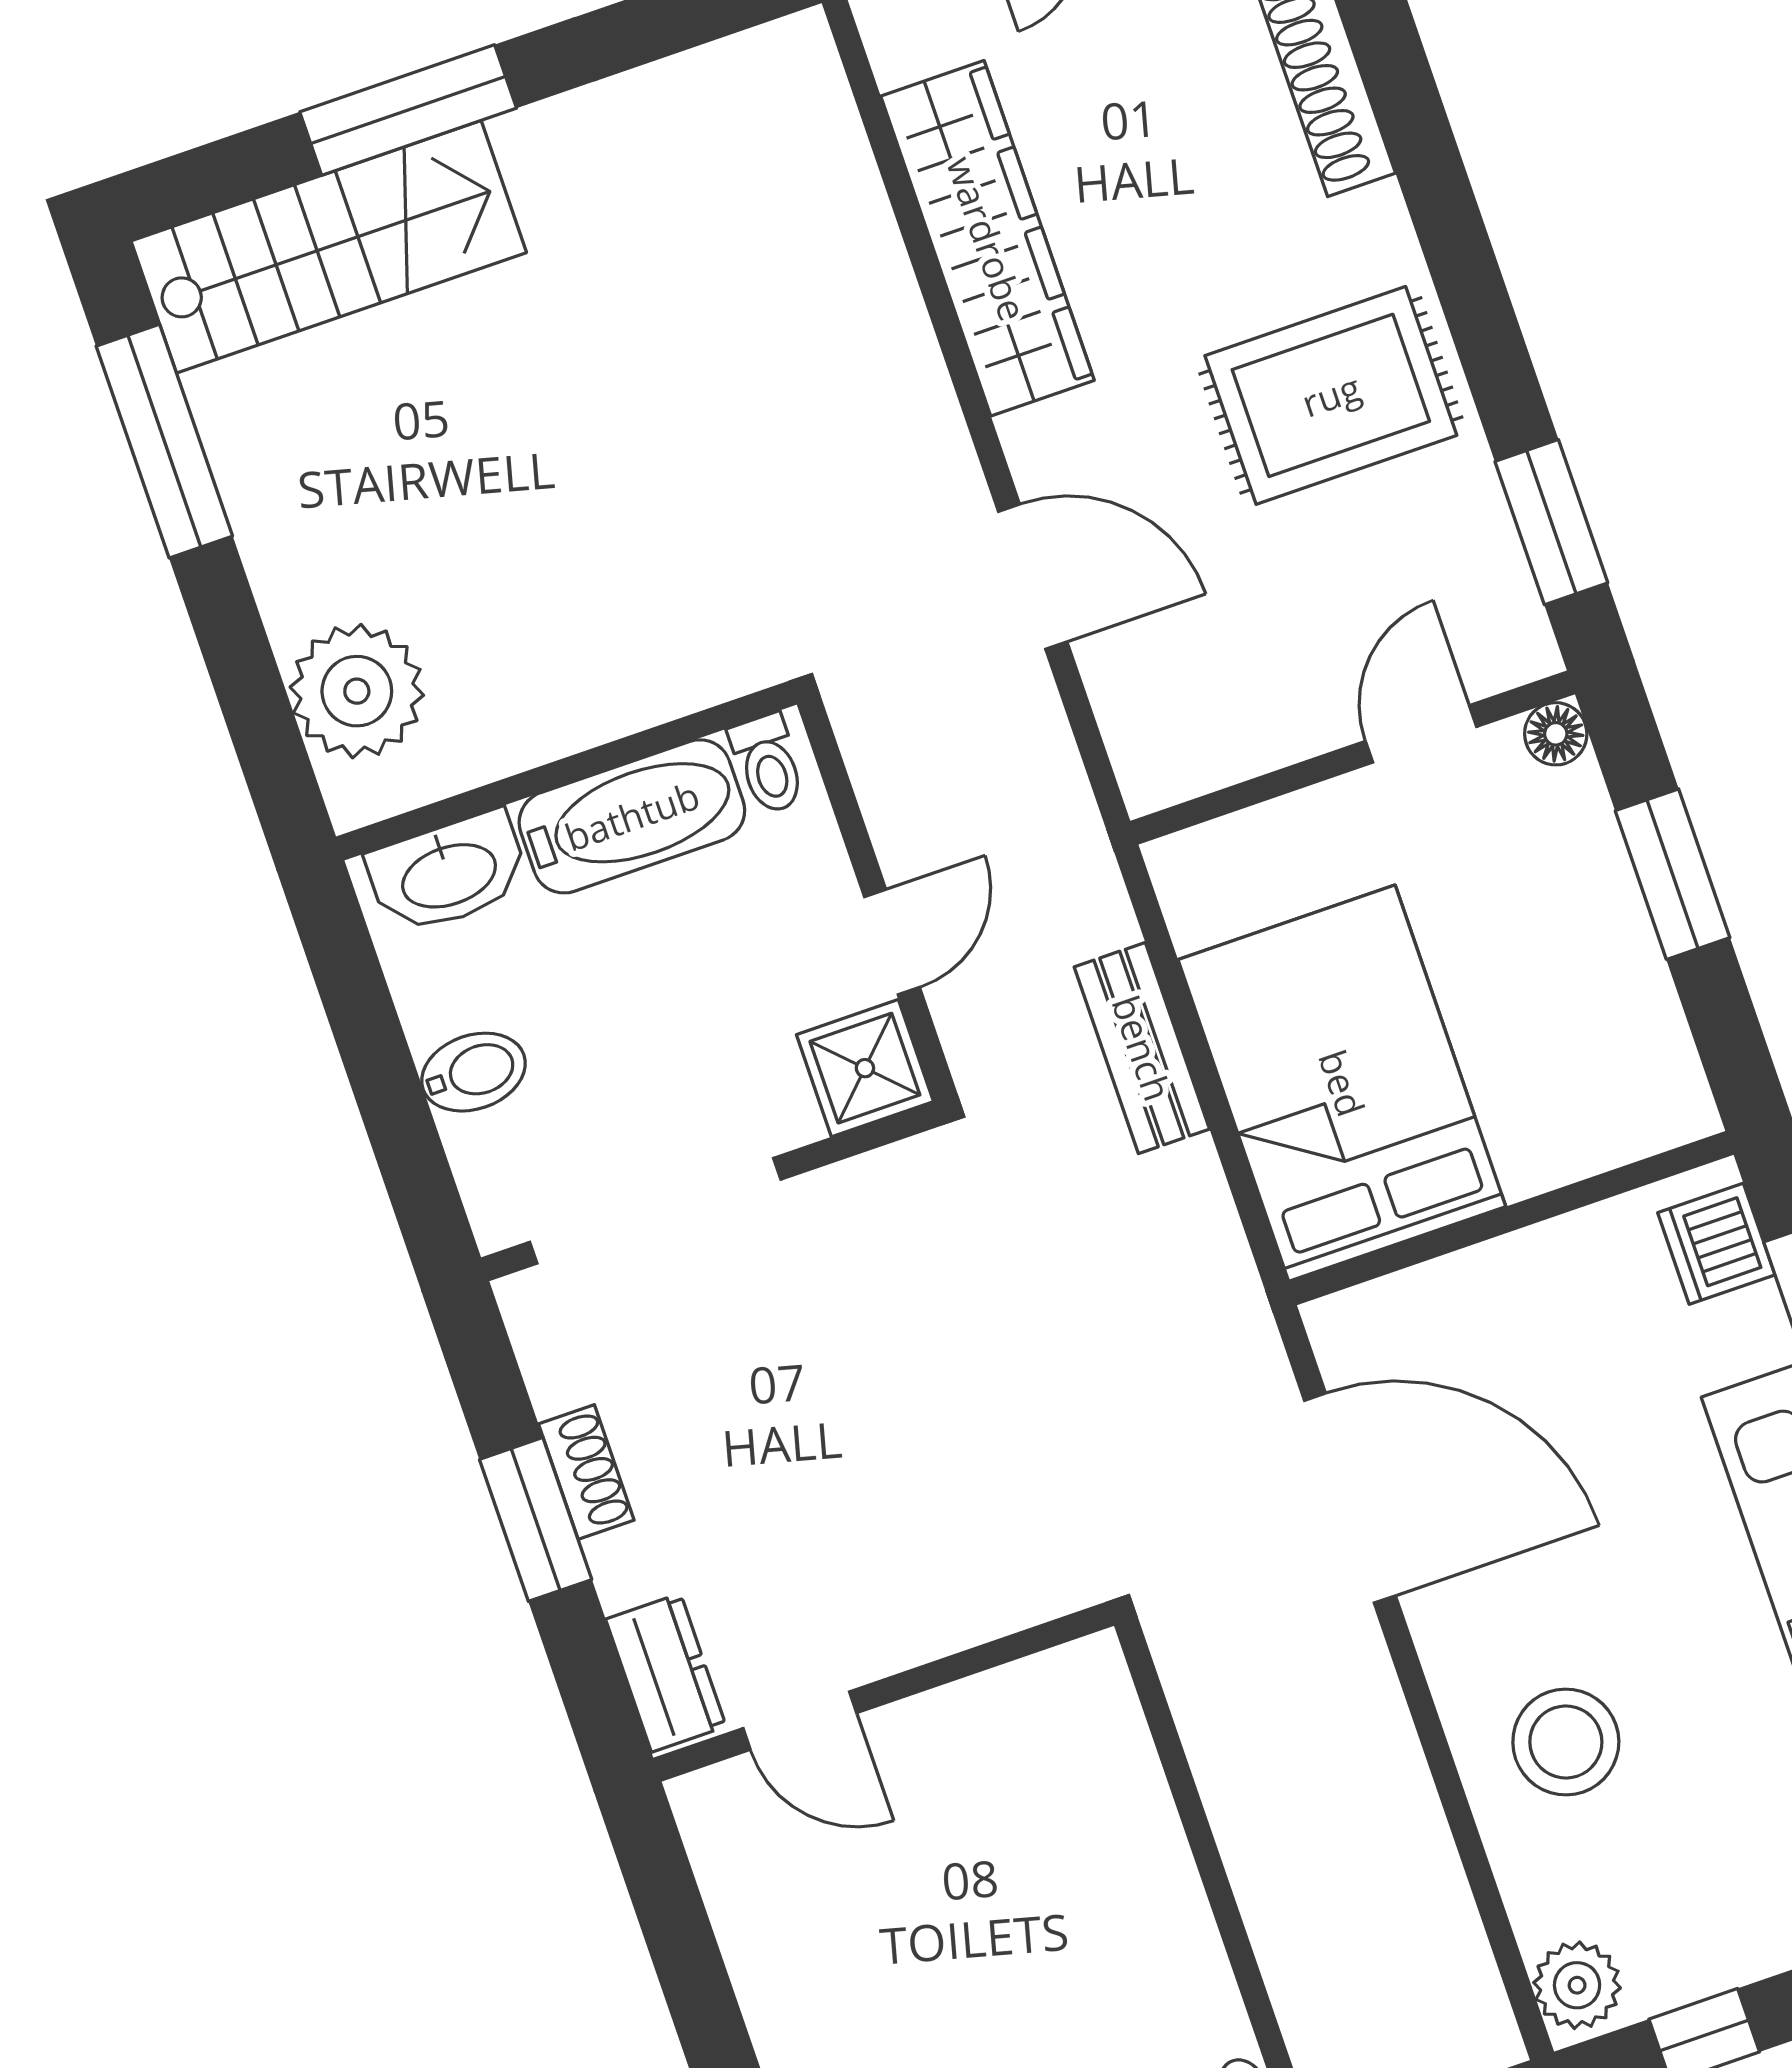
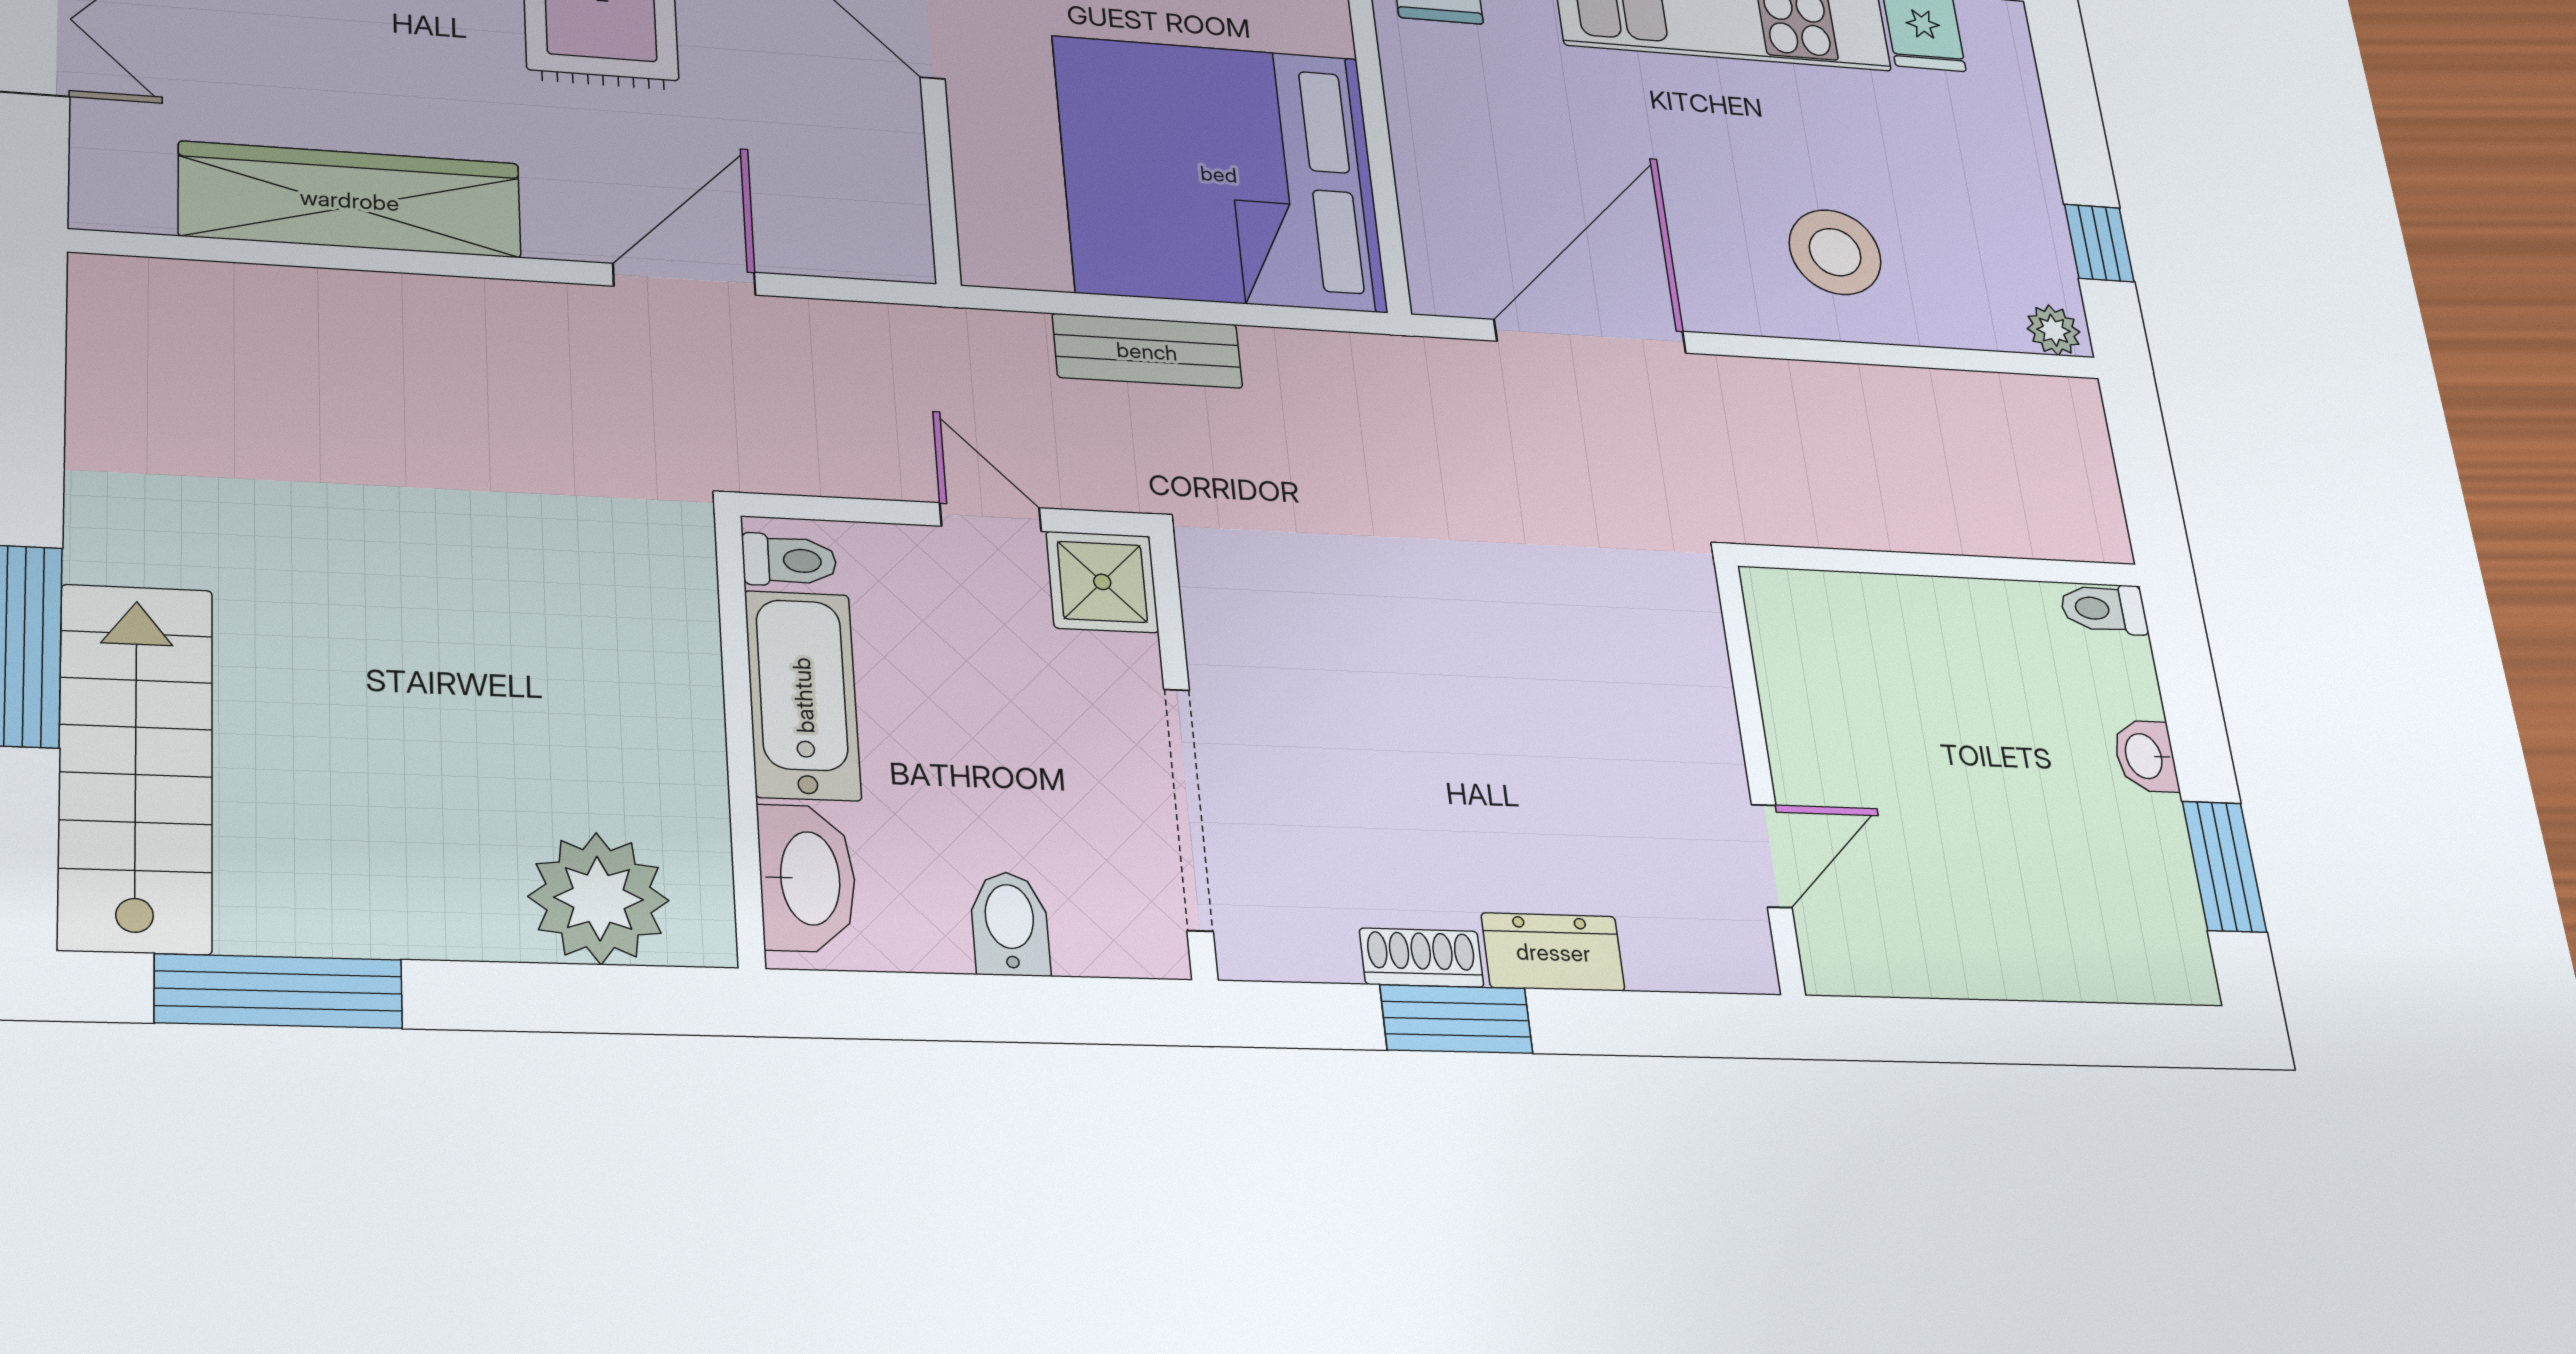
bed: (1342, 1083) -> (1219, 174), width x1.36
dresser: (666, 1673) -> (1553, 952), moved
wall: (884, 1692) -> (1759, 776), moved
door: (800, 1721) -> (1772, 856), moved
plant: (1577, 1985) -> (2053, 330), width x0.73, depth x0.73

